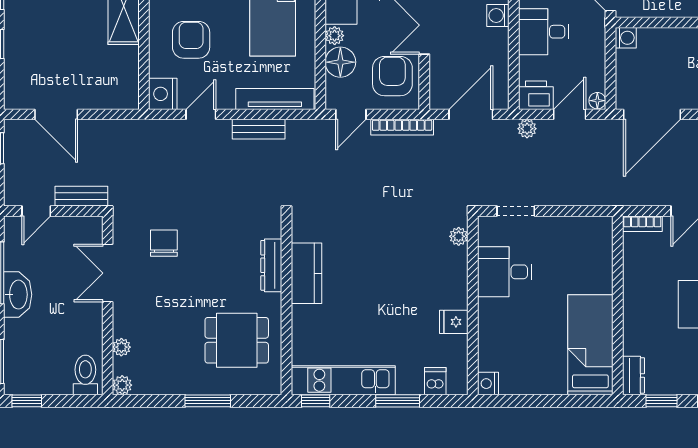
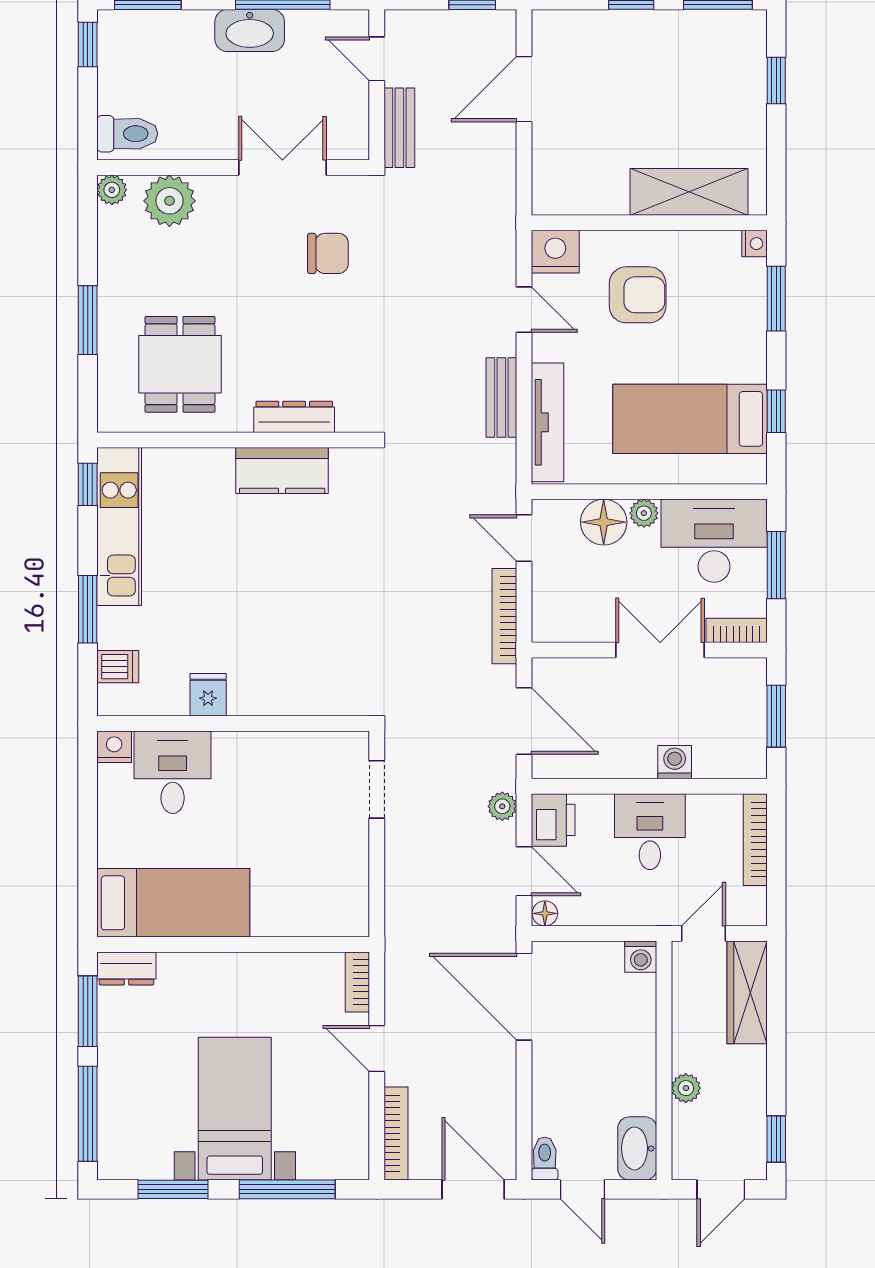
armchair: (392, 76) -> (582, 601), removed
plant: (459, 236) -> (338, 702), removed
desk: (505, 272) -> (173, 772), moved
plant: (121, 347) -> (169, 201), width x1.88, depth x1.88
window: (662, 401) -> (88, 1011), width x1.50

